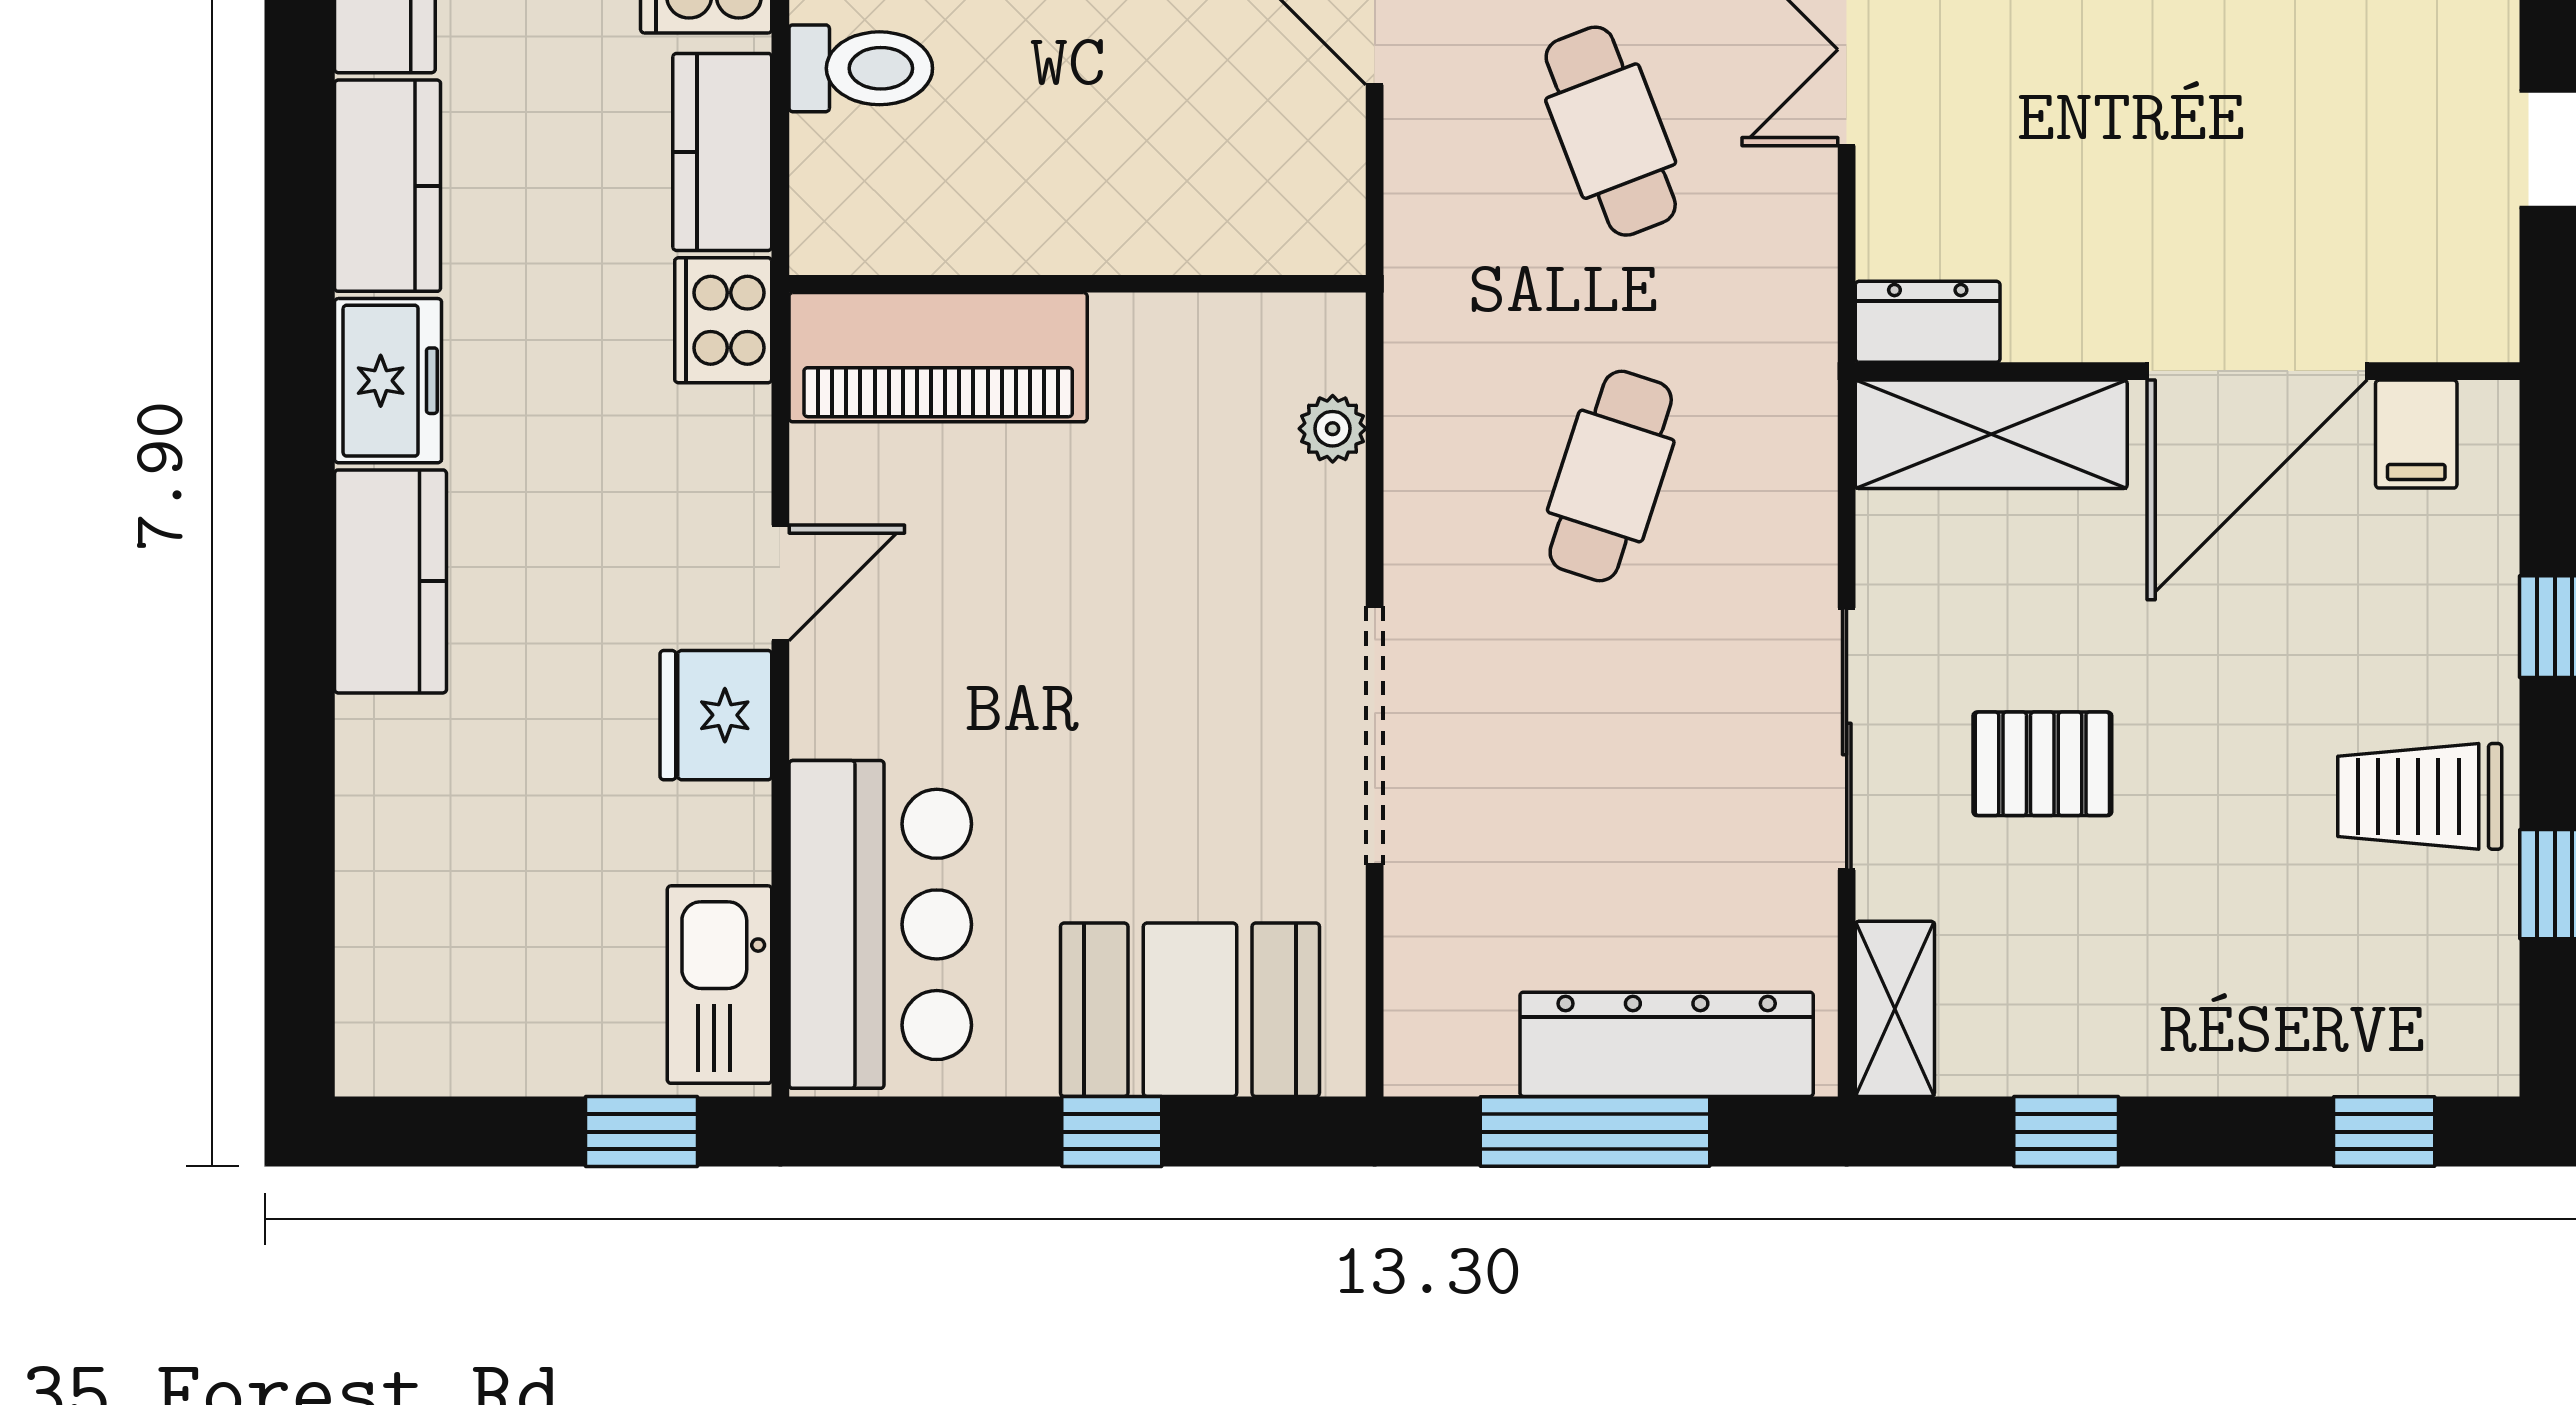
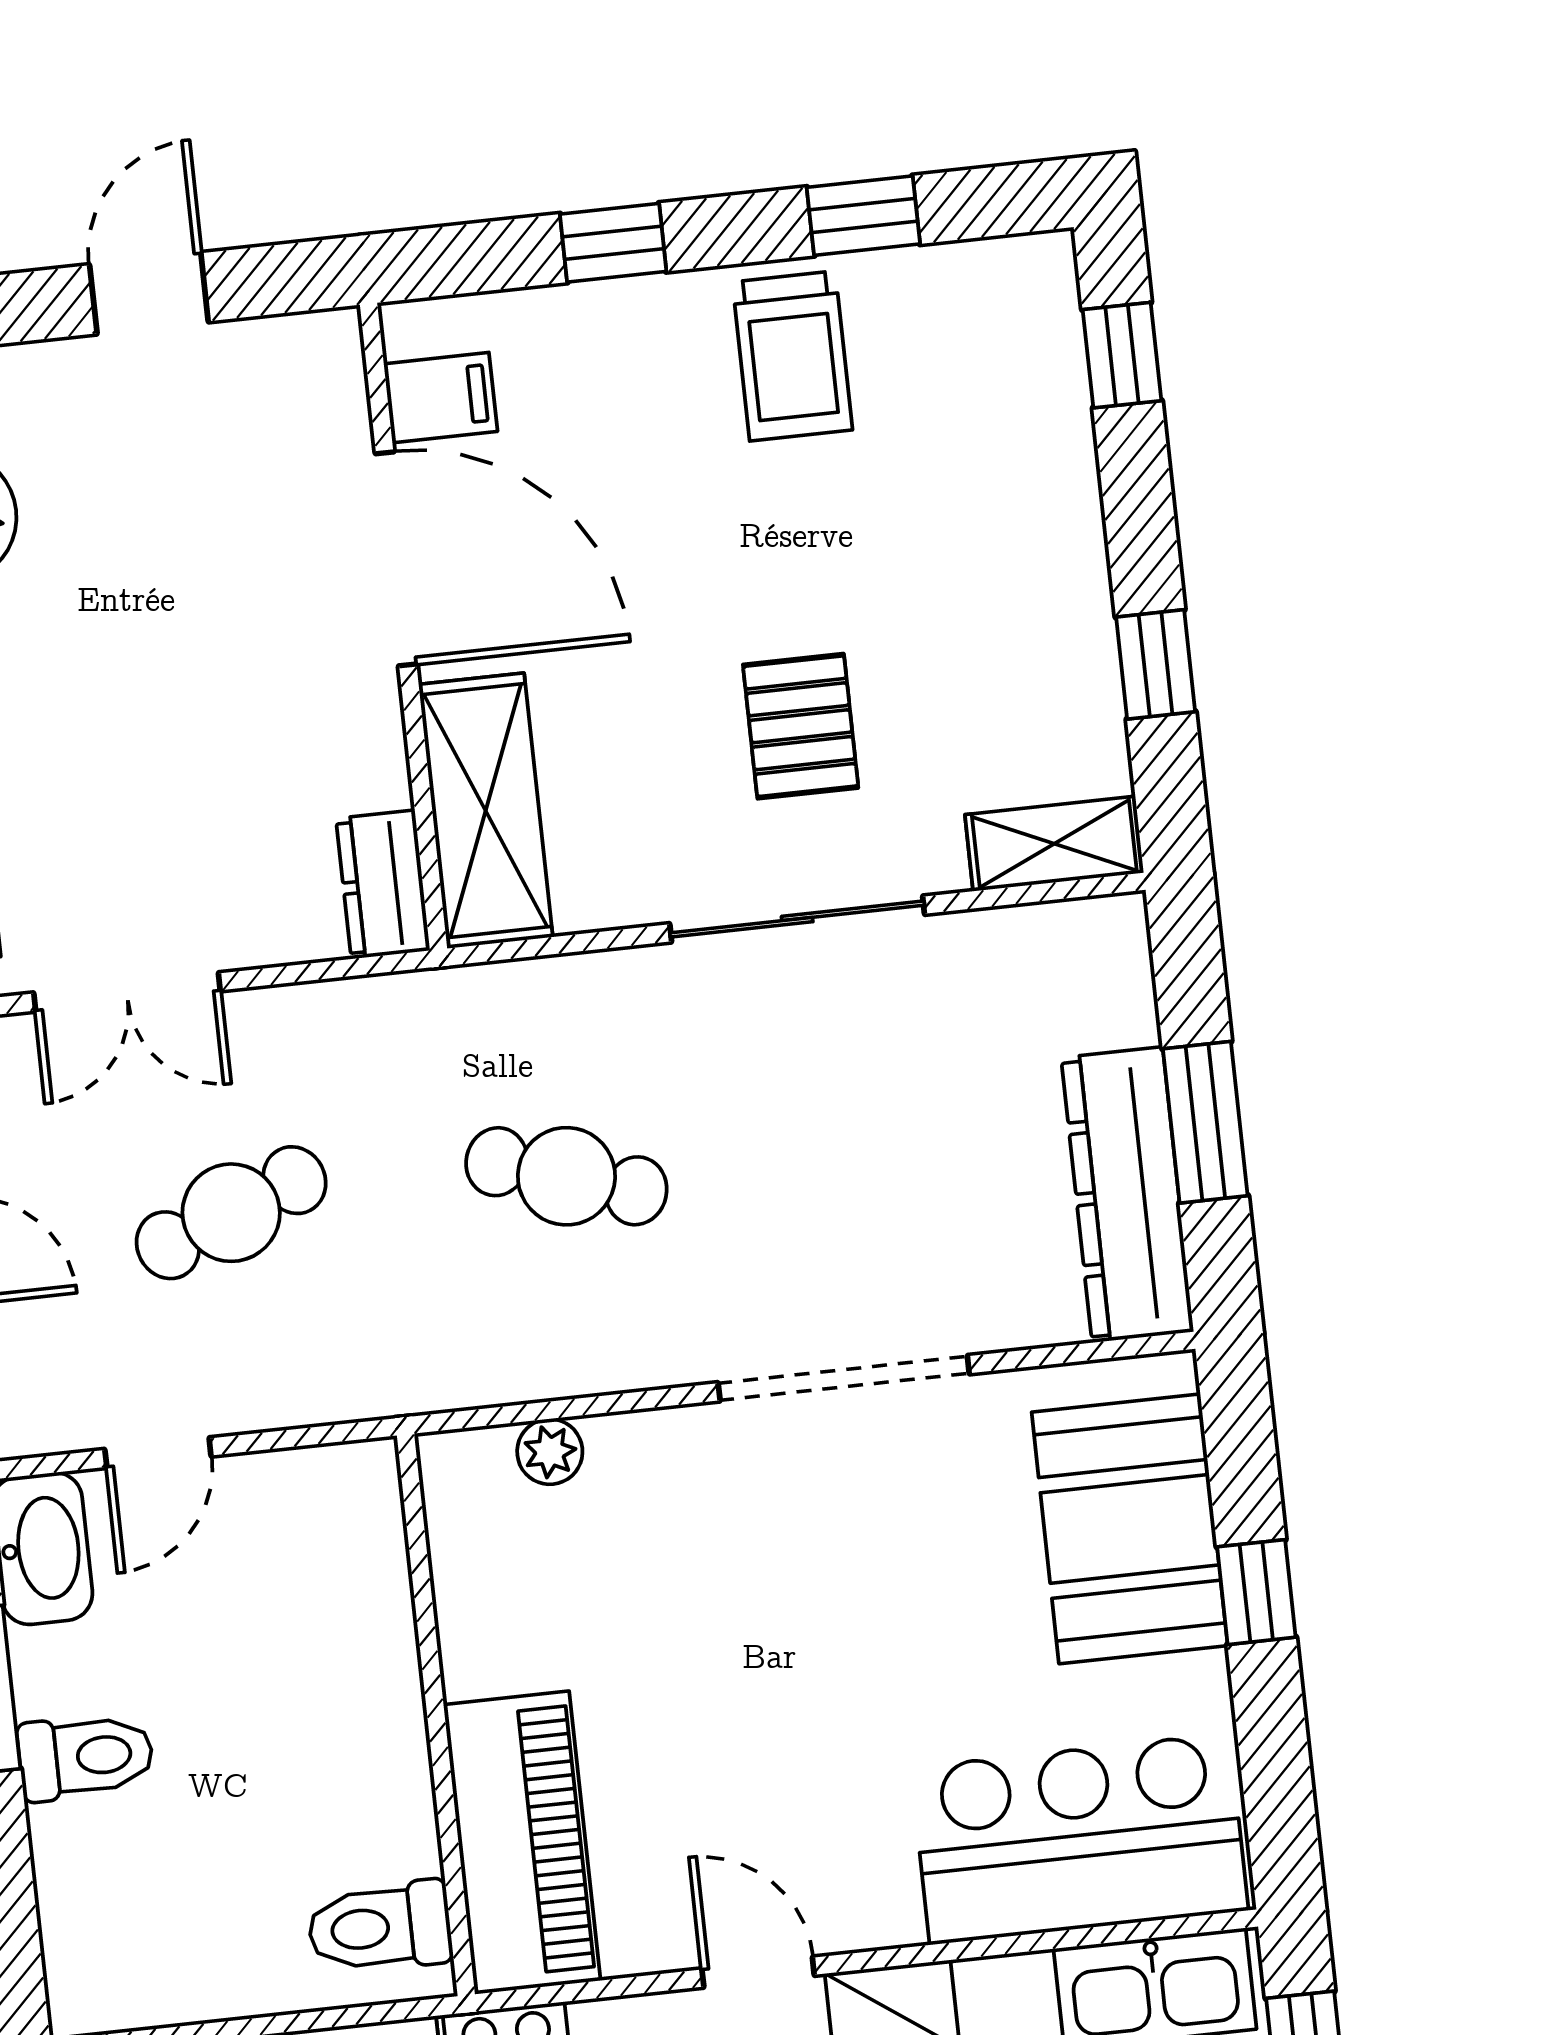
toilet: (861, 68) -> (380, 1927), moved, turned -90
dresser: (1667, 1044) -> (1127, 1195), moved
window: (1595, 1132) -> (1205, 1122), width x0.69

